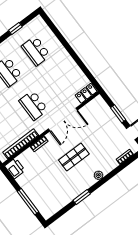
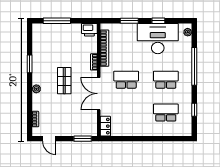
window: (118, 114) -> (83, 139), moved

